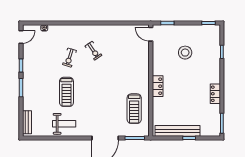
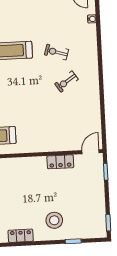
stool: (185, 53) -> (54, 220), moved
locker: (158, 86) -> (60, 162), moved

